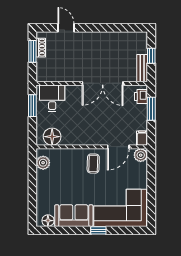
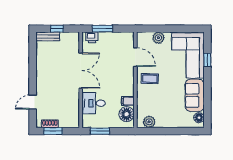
bench: (142, 68) -> (48, 36), moved
desk: (52, 98) -> (94, 103), moved
filing cabinet: (142, 138) -> (128, 101), moved
plant: (141, 155) -> (158, 38), moved
window: (98, 230) -> (207, 60), moved

